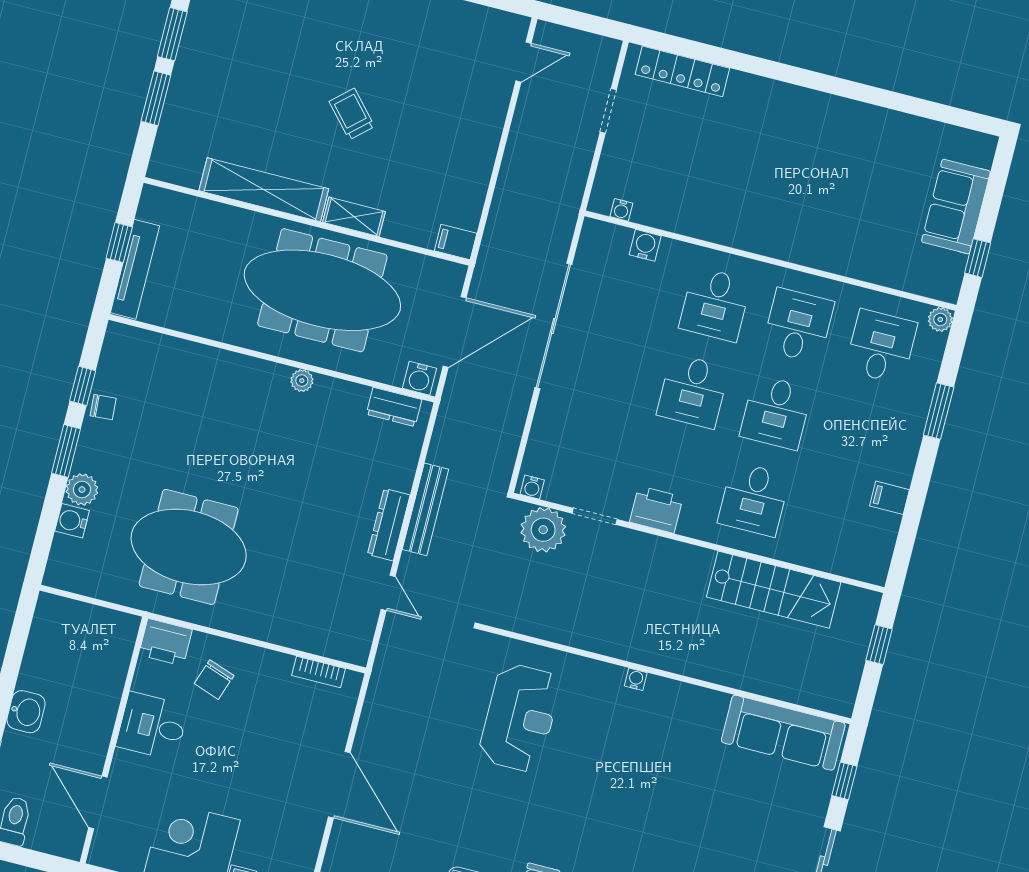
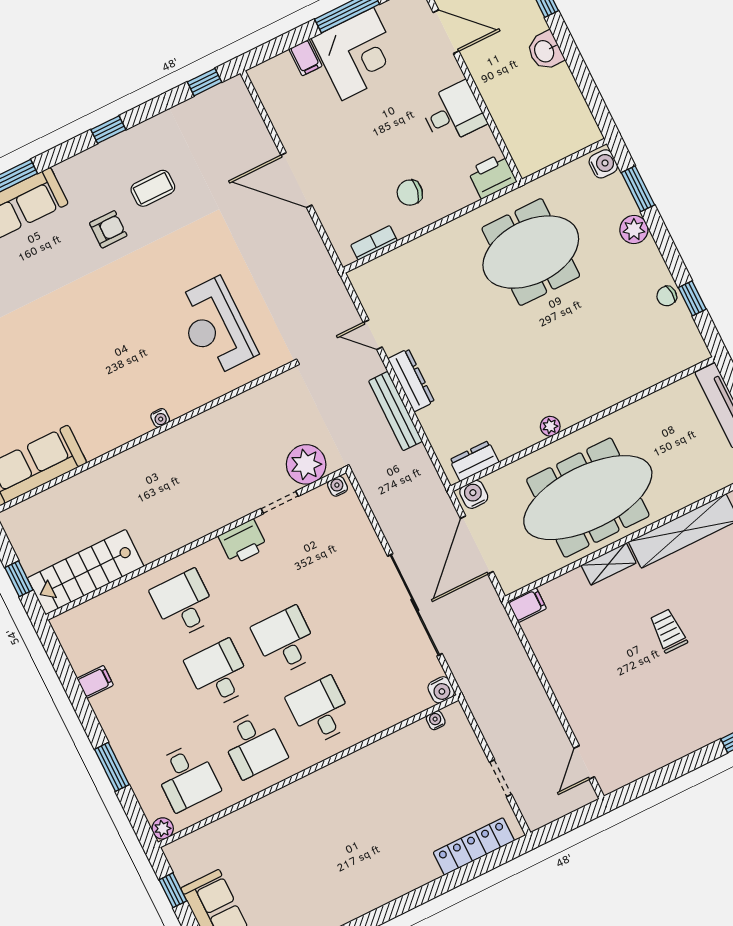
trolley: (352, 114) -> (668, 631), turned -138
water cooler: (645, 245) -> (441, 690), moved
window: (66, 451) -> (638, 189), moved
water cooler: (72, 521) -> (603, 164), moved
stairs: (774, 590) -> (86, 572), moved
chair: (214, 680) -> (410, 193), moved, turned -98

